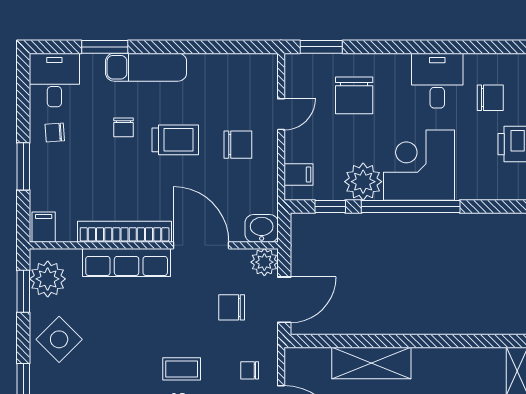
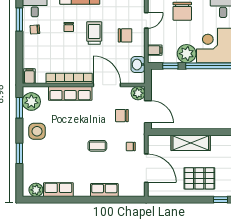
trolley: (175, 140) -> (94, 33), turned -90
window: (23, 166) -> (19, 20), moved
washbasin: (262, 228) -> (138, 65), moved, turned -90
door: (284, 300) -> (148, 112), hinge flipped
side table: (59, 339) -> (37, 131), turned 45

